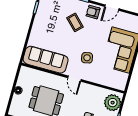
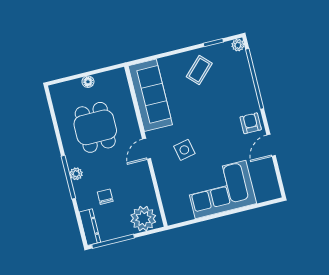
door: (112, 8) -> (271, 145), hinge flipped
coffee table: (75, 22) -> (199, 70), moved

